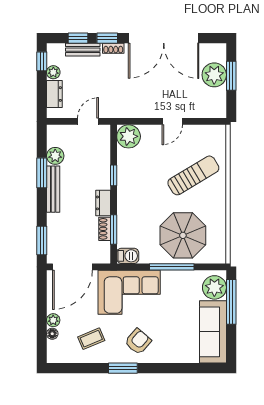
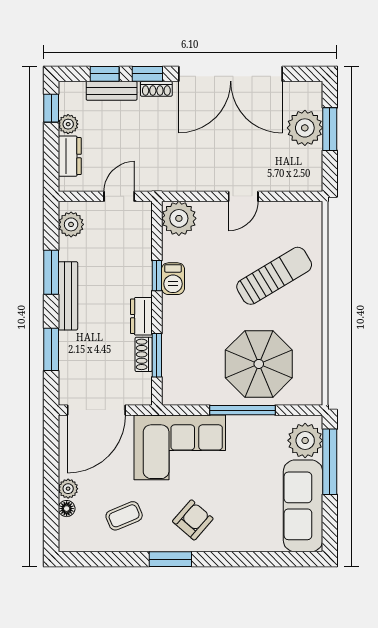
plant: (55, 156) -> (71, 224), moved
window: (42, 240) -> (51, 349), moved
barbecue: (128, 256) -> (173, 279), moved, turned 90

